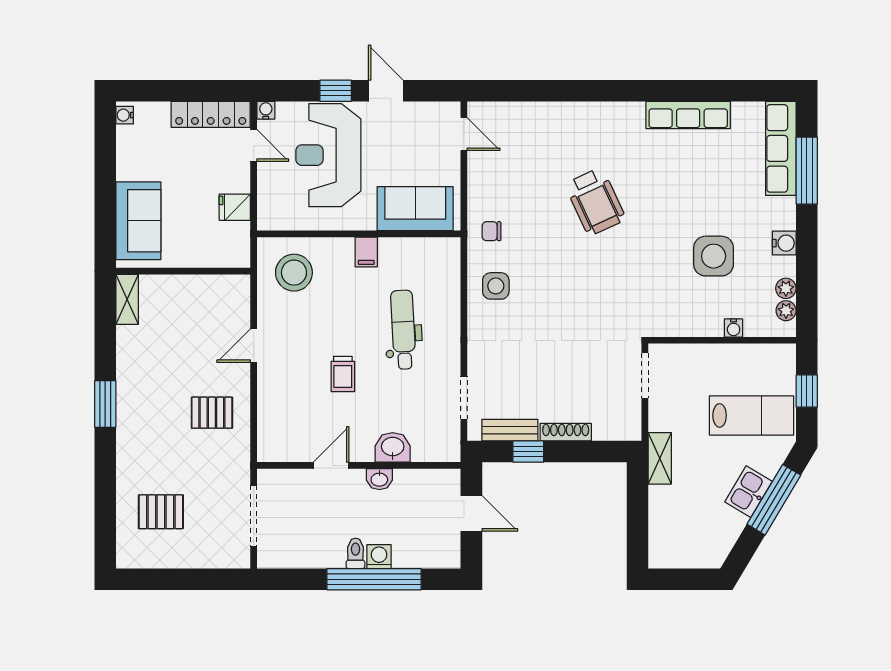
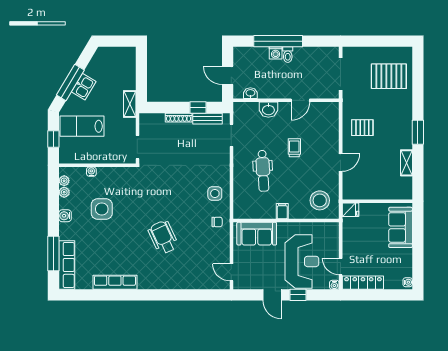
fridge: (235, 207) -> (350, 210), moved
shelving: (127, 299) -> (406, 163), moved
washbasin: (379, 479) -> (250, 93), moved
pallet: (161, 512) -> (389, 76), width x1.50, depth x1.42

